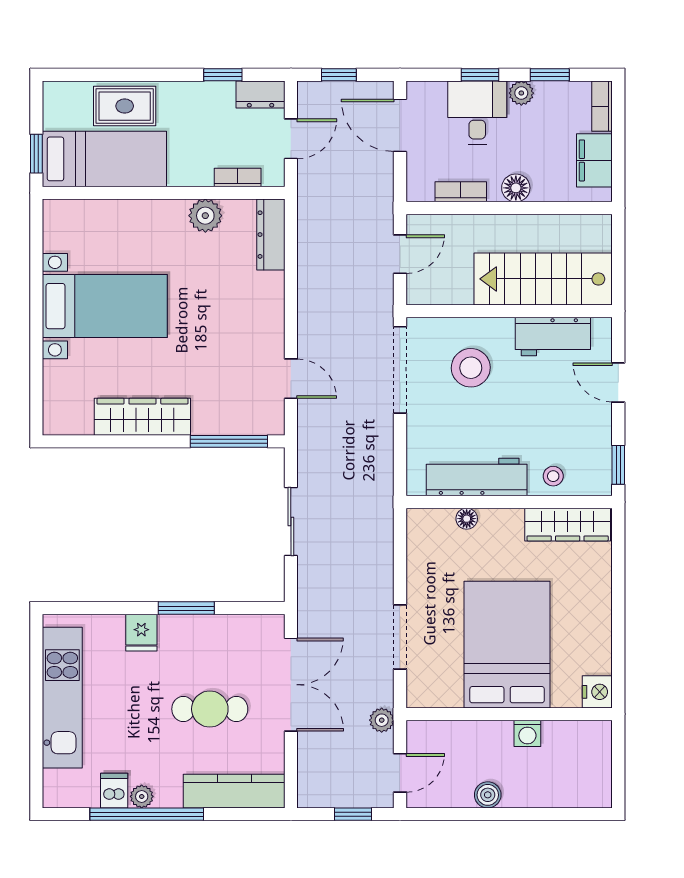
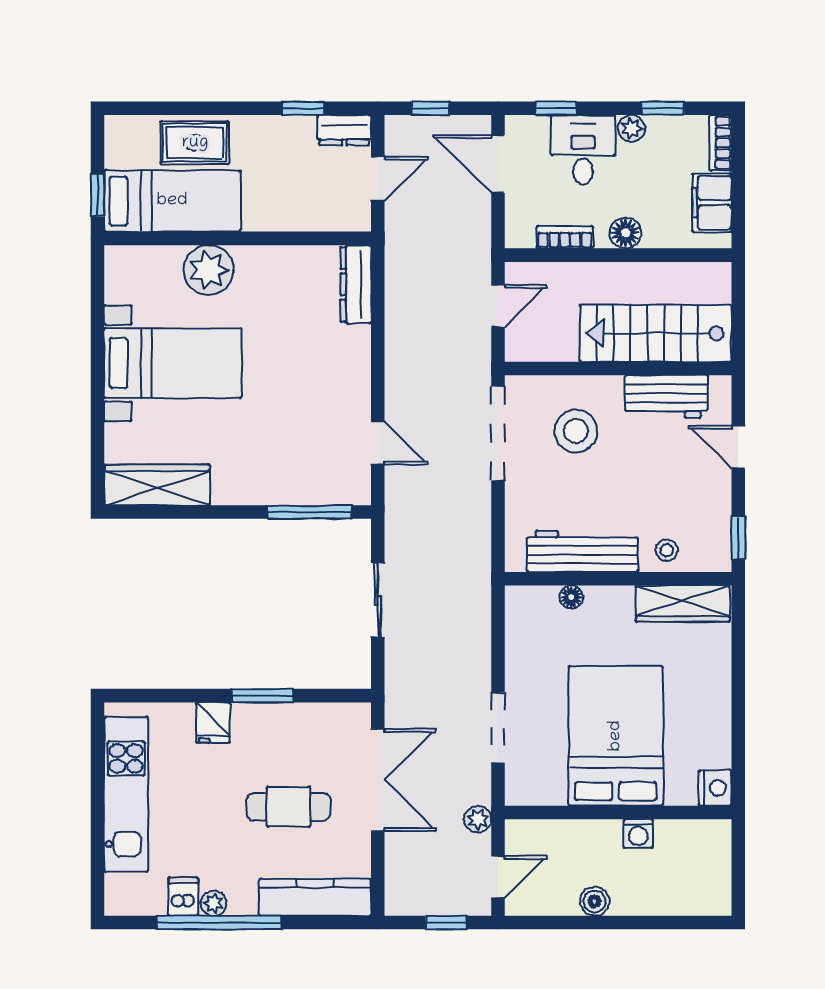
window: (480, 75) -> (556, 108), moved
bookcase: (238, 178) -> (319, 222), removed
plant: (205, 216) -> (208, 270), moved, width x1.36, depth x1.36
wardrobe: (142, 417) -> (157, 485), moved

